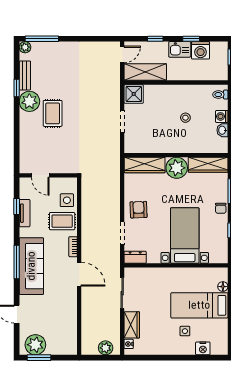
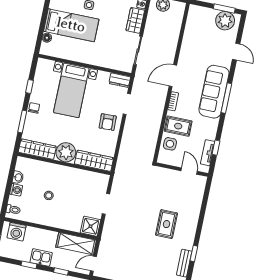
washing machine: (201, 50) -> (17, 232), moved, turned 180
plant: (29, 101) -> (185, 239), removed
tv unit: (25, 213) -> (208, 153), moved
door: (79, 274) -> (173, 76), hinge flipped

